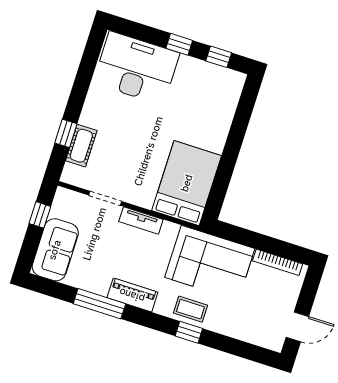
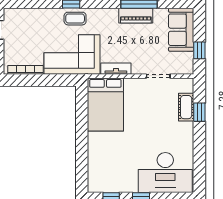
tv unit: (141, 220) -> (116, 69), moved
piano: (132, 295) -> (136, 16), moved

